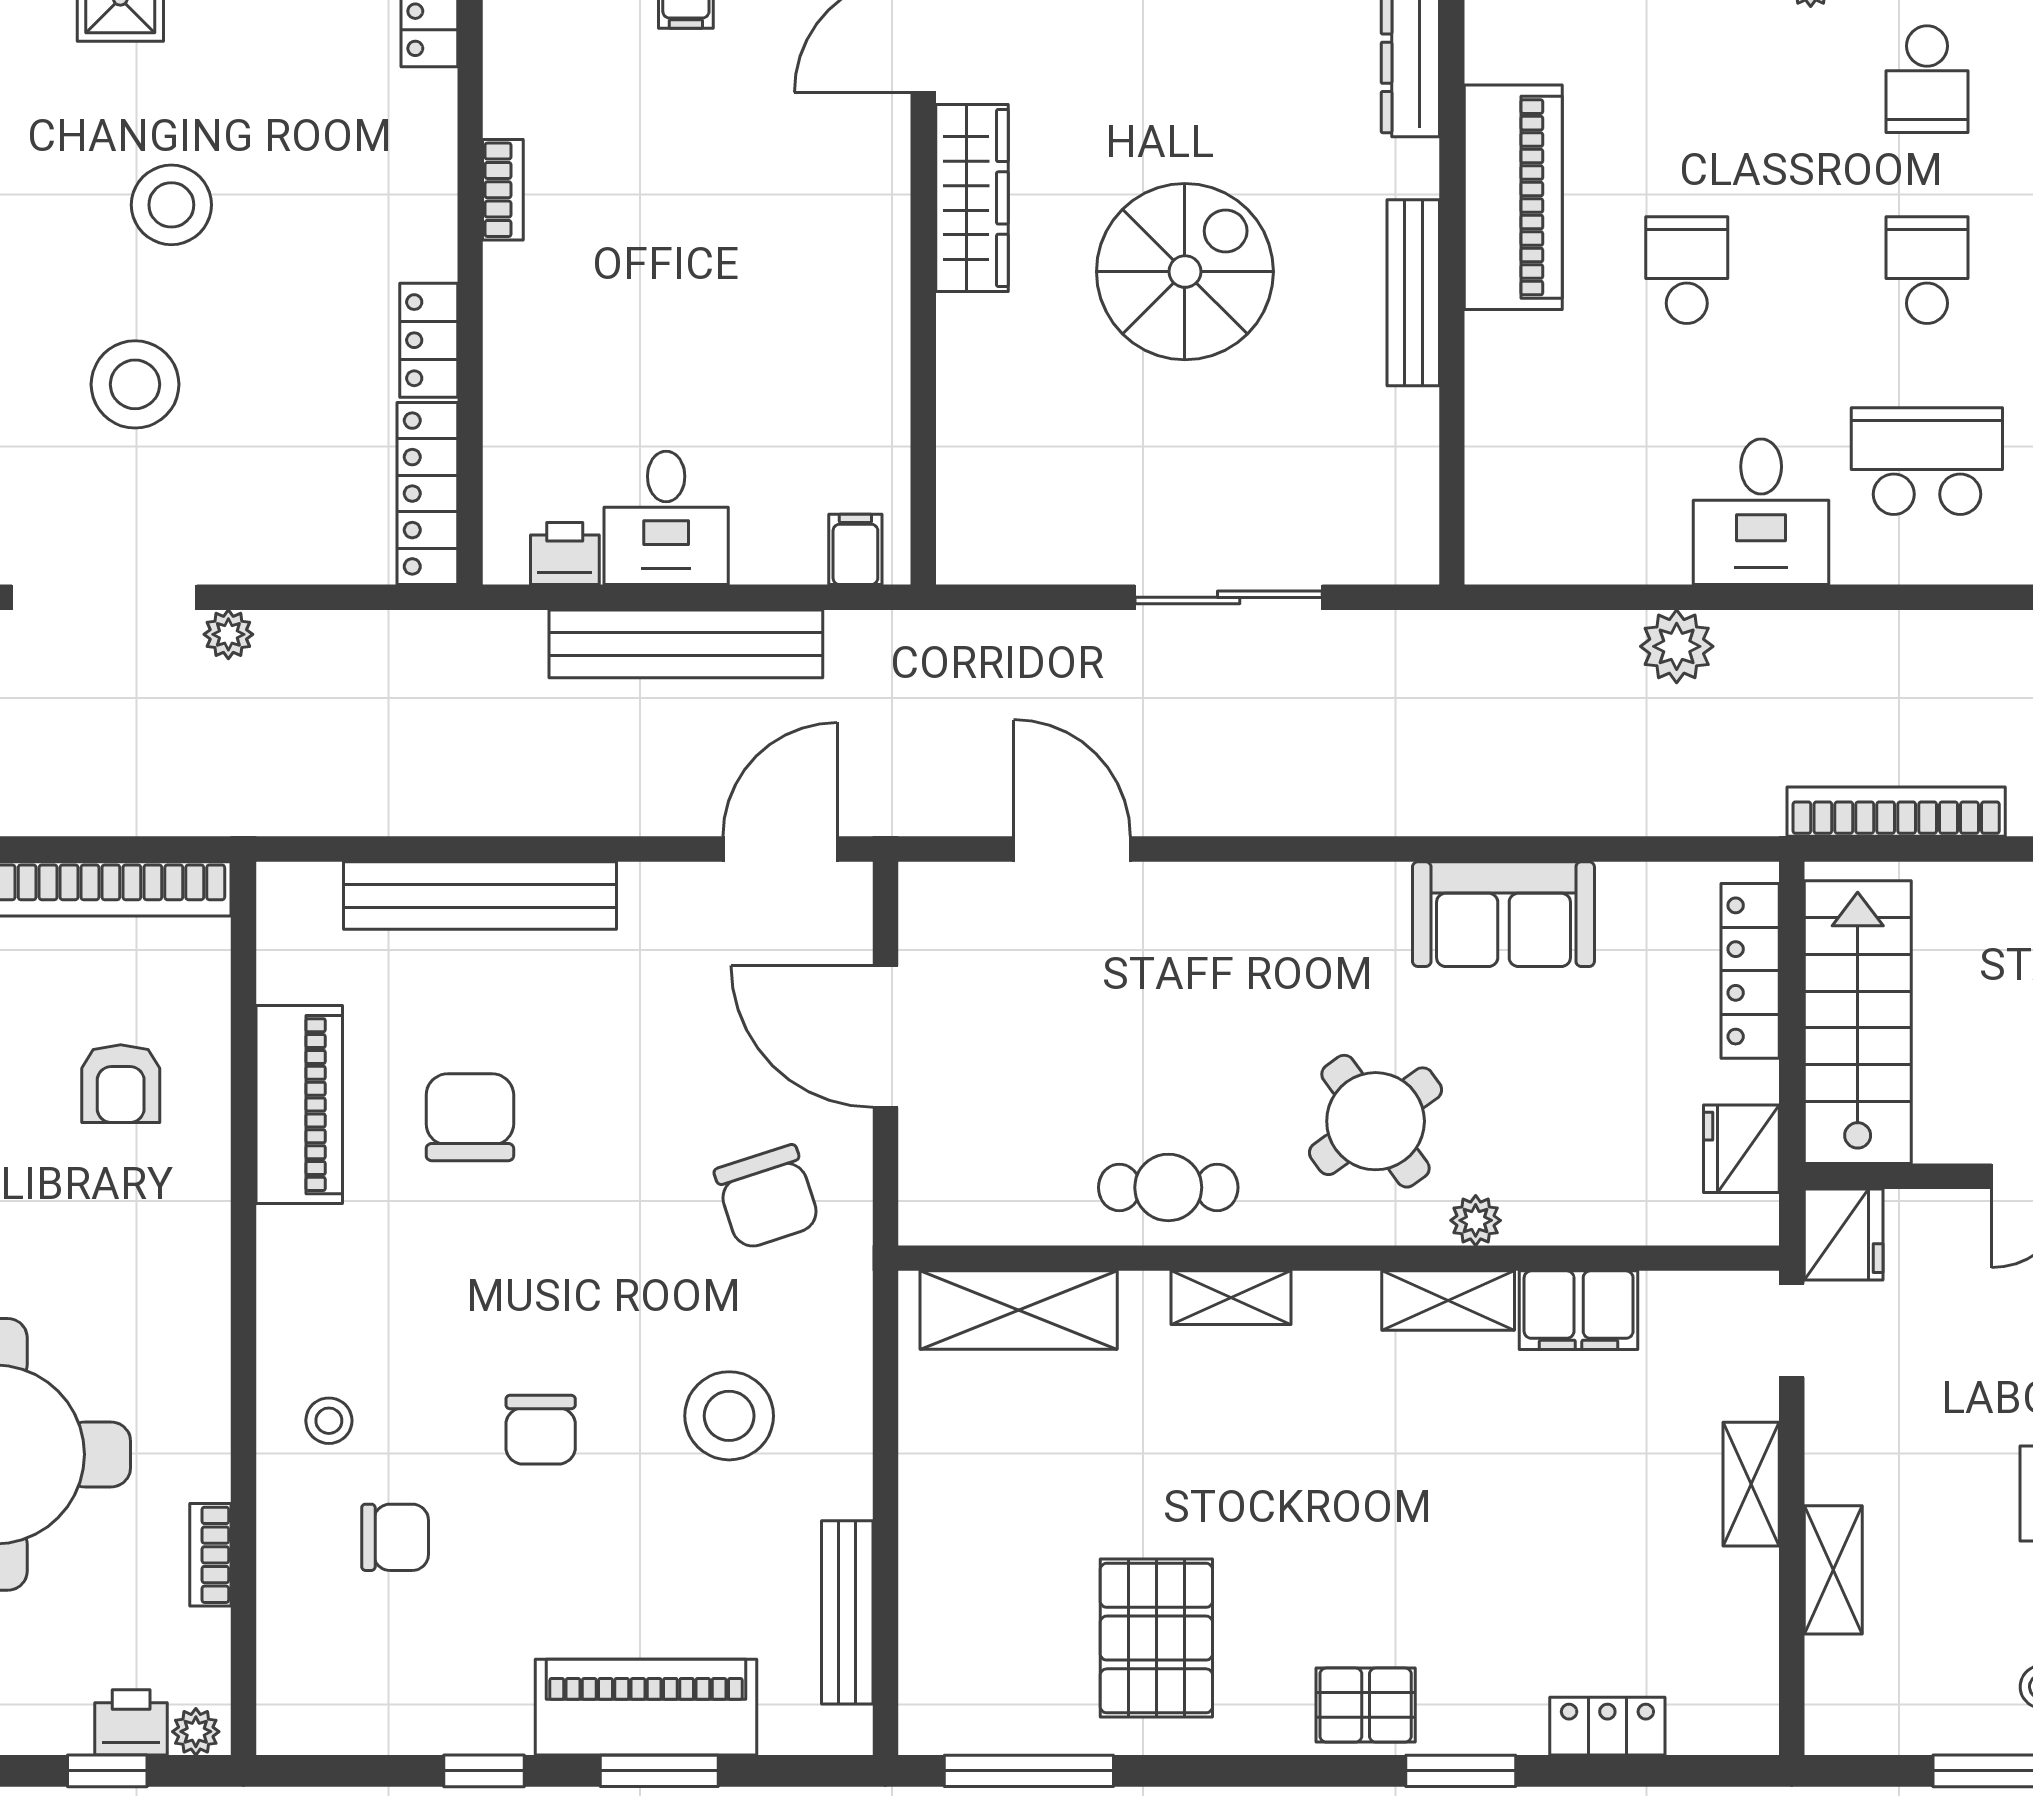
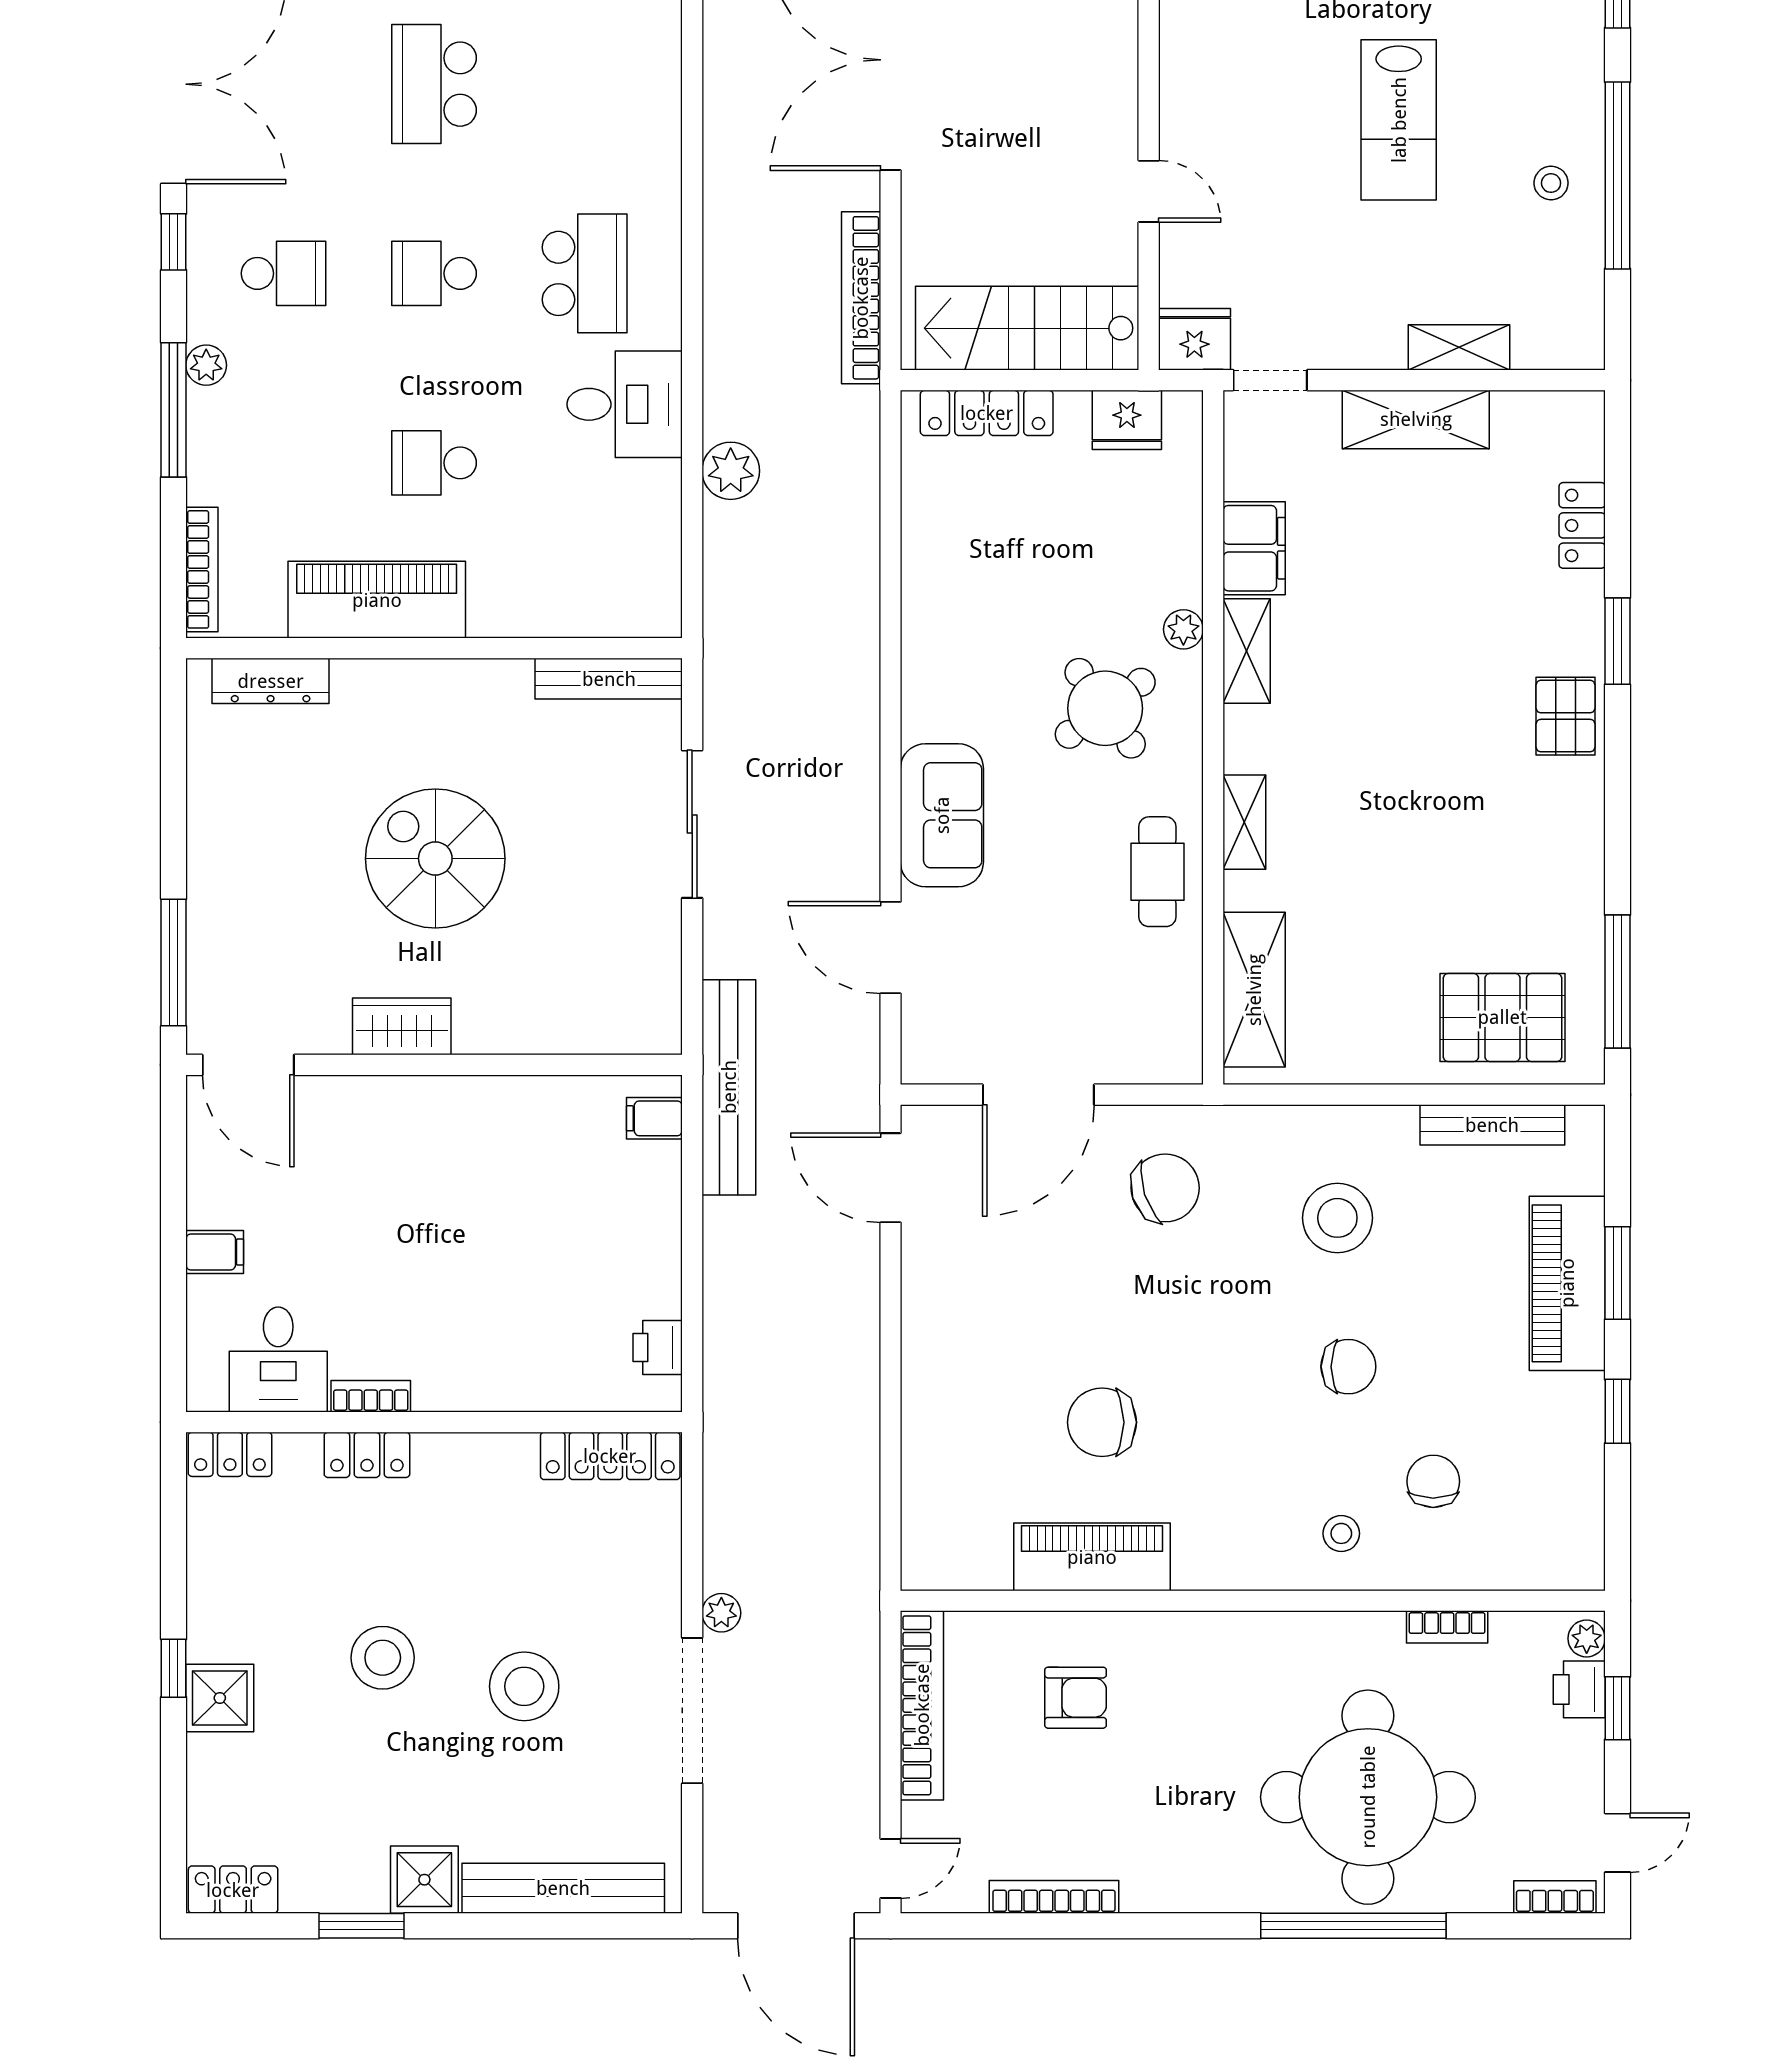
wardrobe: (972, 198) -> (402, 1026), width x0.67
bench: (1413, 293) -> (609, 679), moved
locker: (429, 340) -> (367, 1455), moved
school desk: (1927, 461) -> (585, 273), turned 180
desk: (666, 518) -> (278, 1360), moved, turned 90
bench: (686, 644) -> (729, 1087), moved
door: (1072, 849) -> (891, 948), hinge flipped
bench: (480, 896) -> (927, 1414), removed
sofa: (1503, 914) -> (942, 815), moved
shelving: (1751, 1484) -> (1416, 419), width x1.50, depth x1.33
pallet: (1156, 1638) -> (1502, 1017), moved

